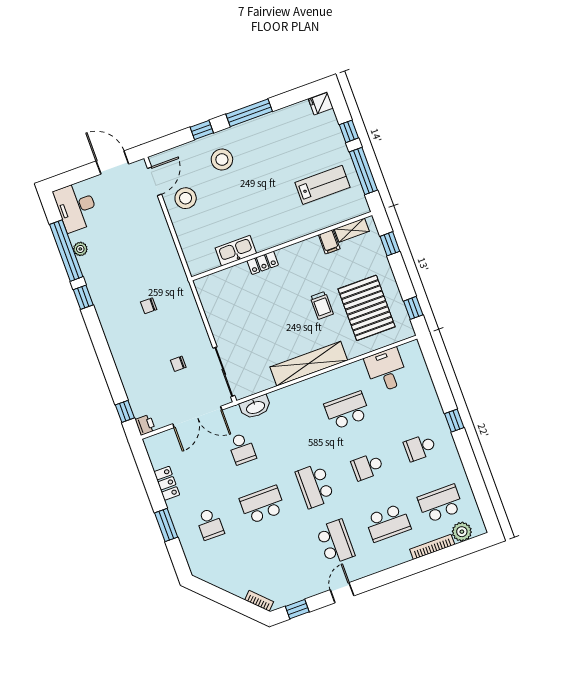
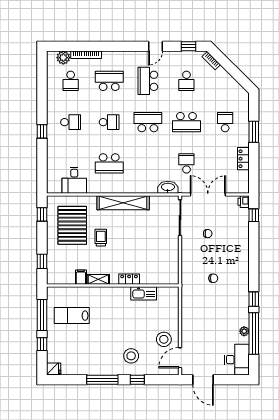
shelving: (352, 230) -> (98, 279), moved
school desk: (315, 486) -> (148, 122), turned -90
school desk: (440, 504) -> (71, 81), width x0.54
school desk: (283, 561) -> (186, 81), added

